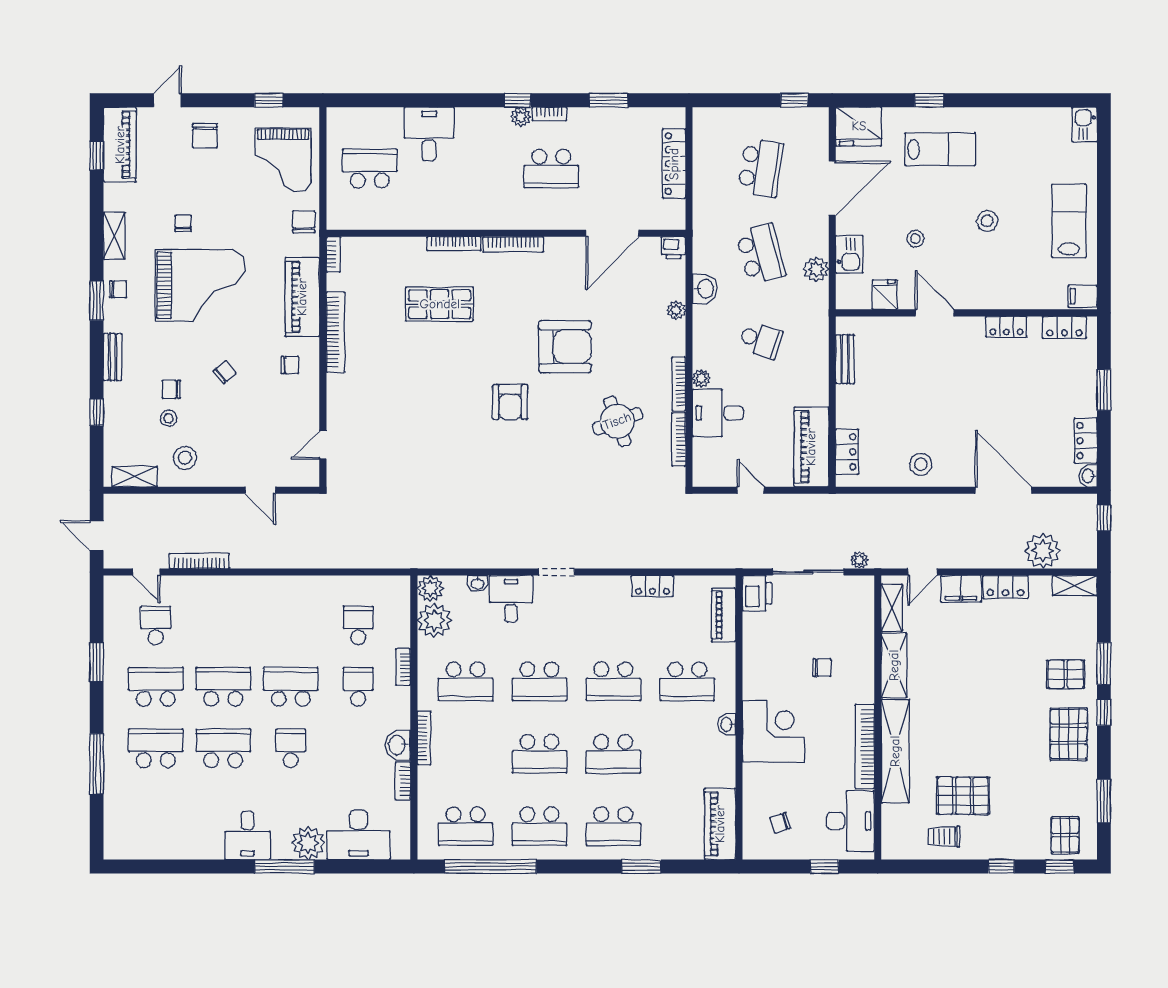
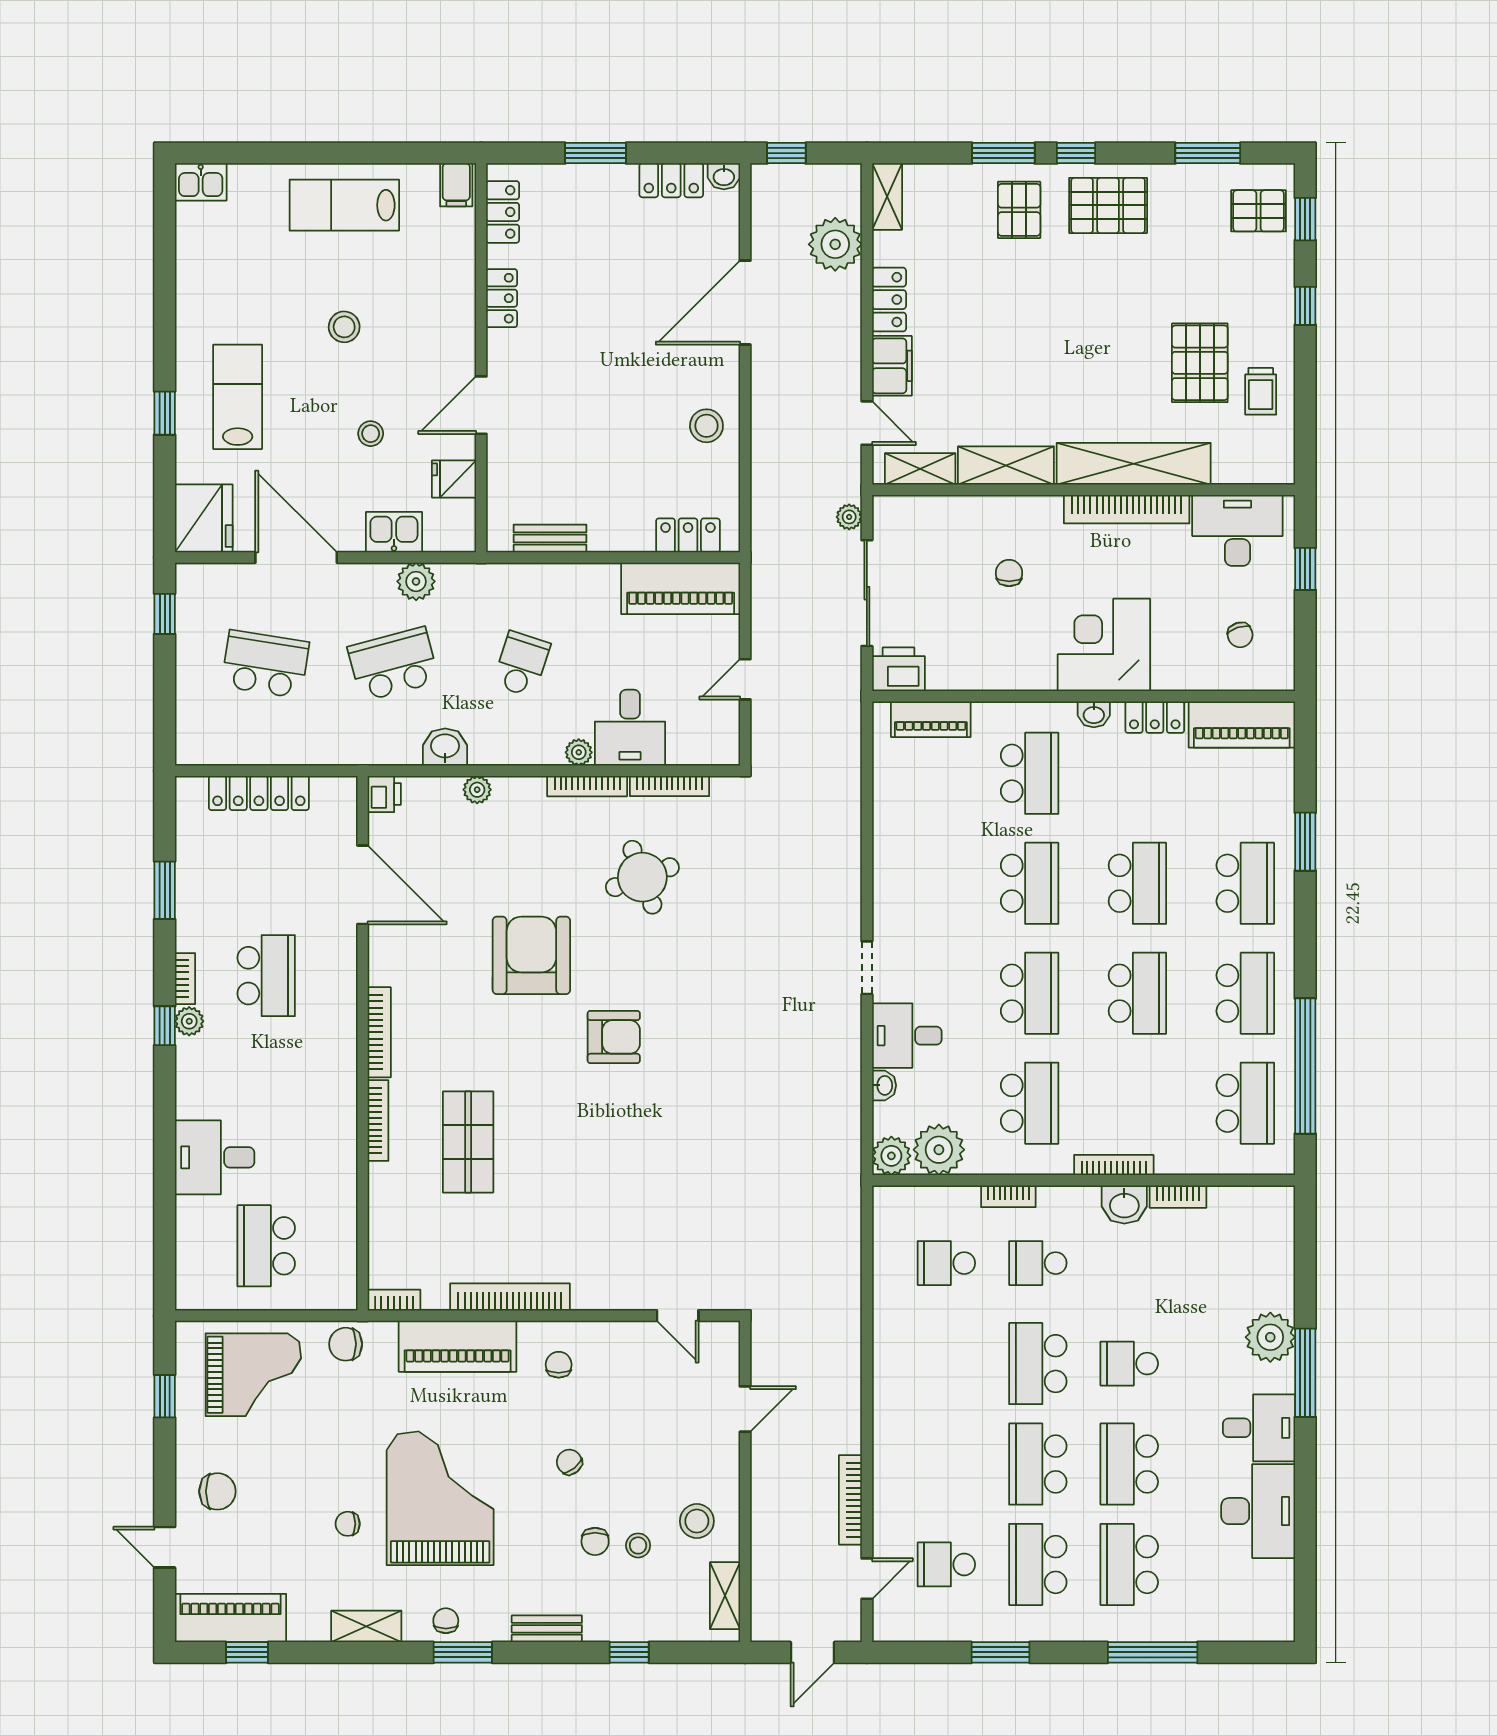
locker: (652, 586) -> (1155, 717), moved, turned 90
desk: (358, 835) -> (1258, 1511), moved

